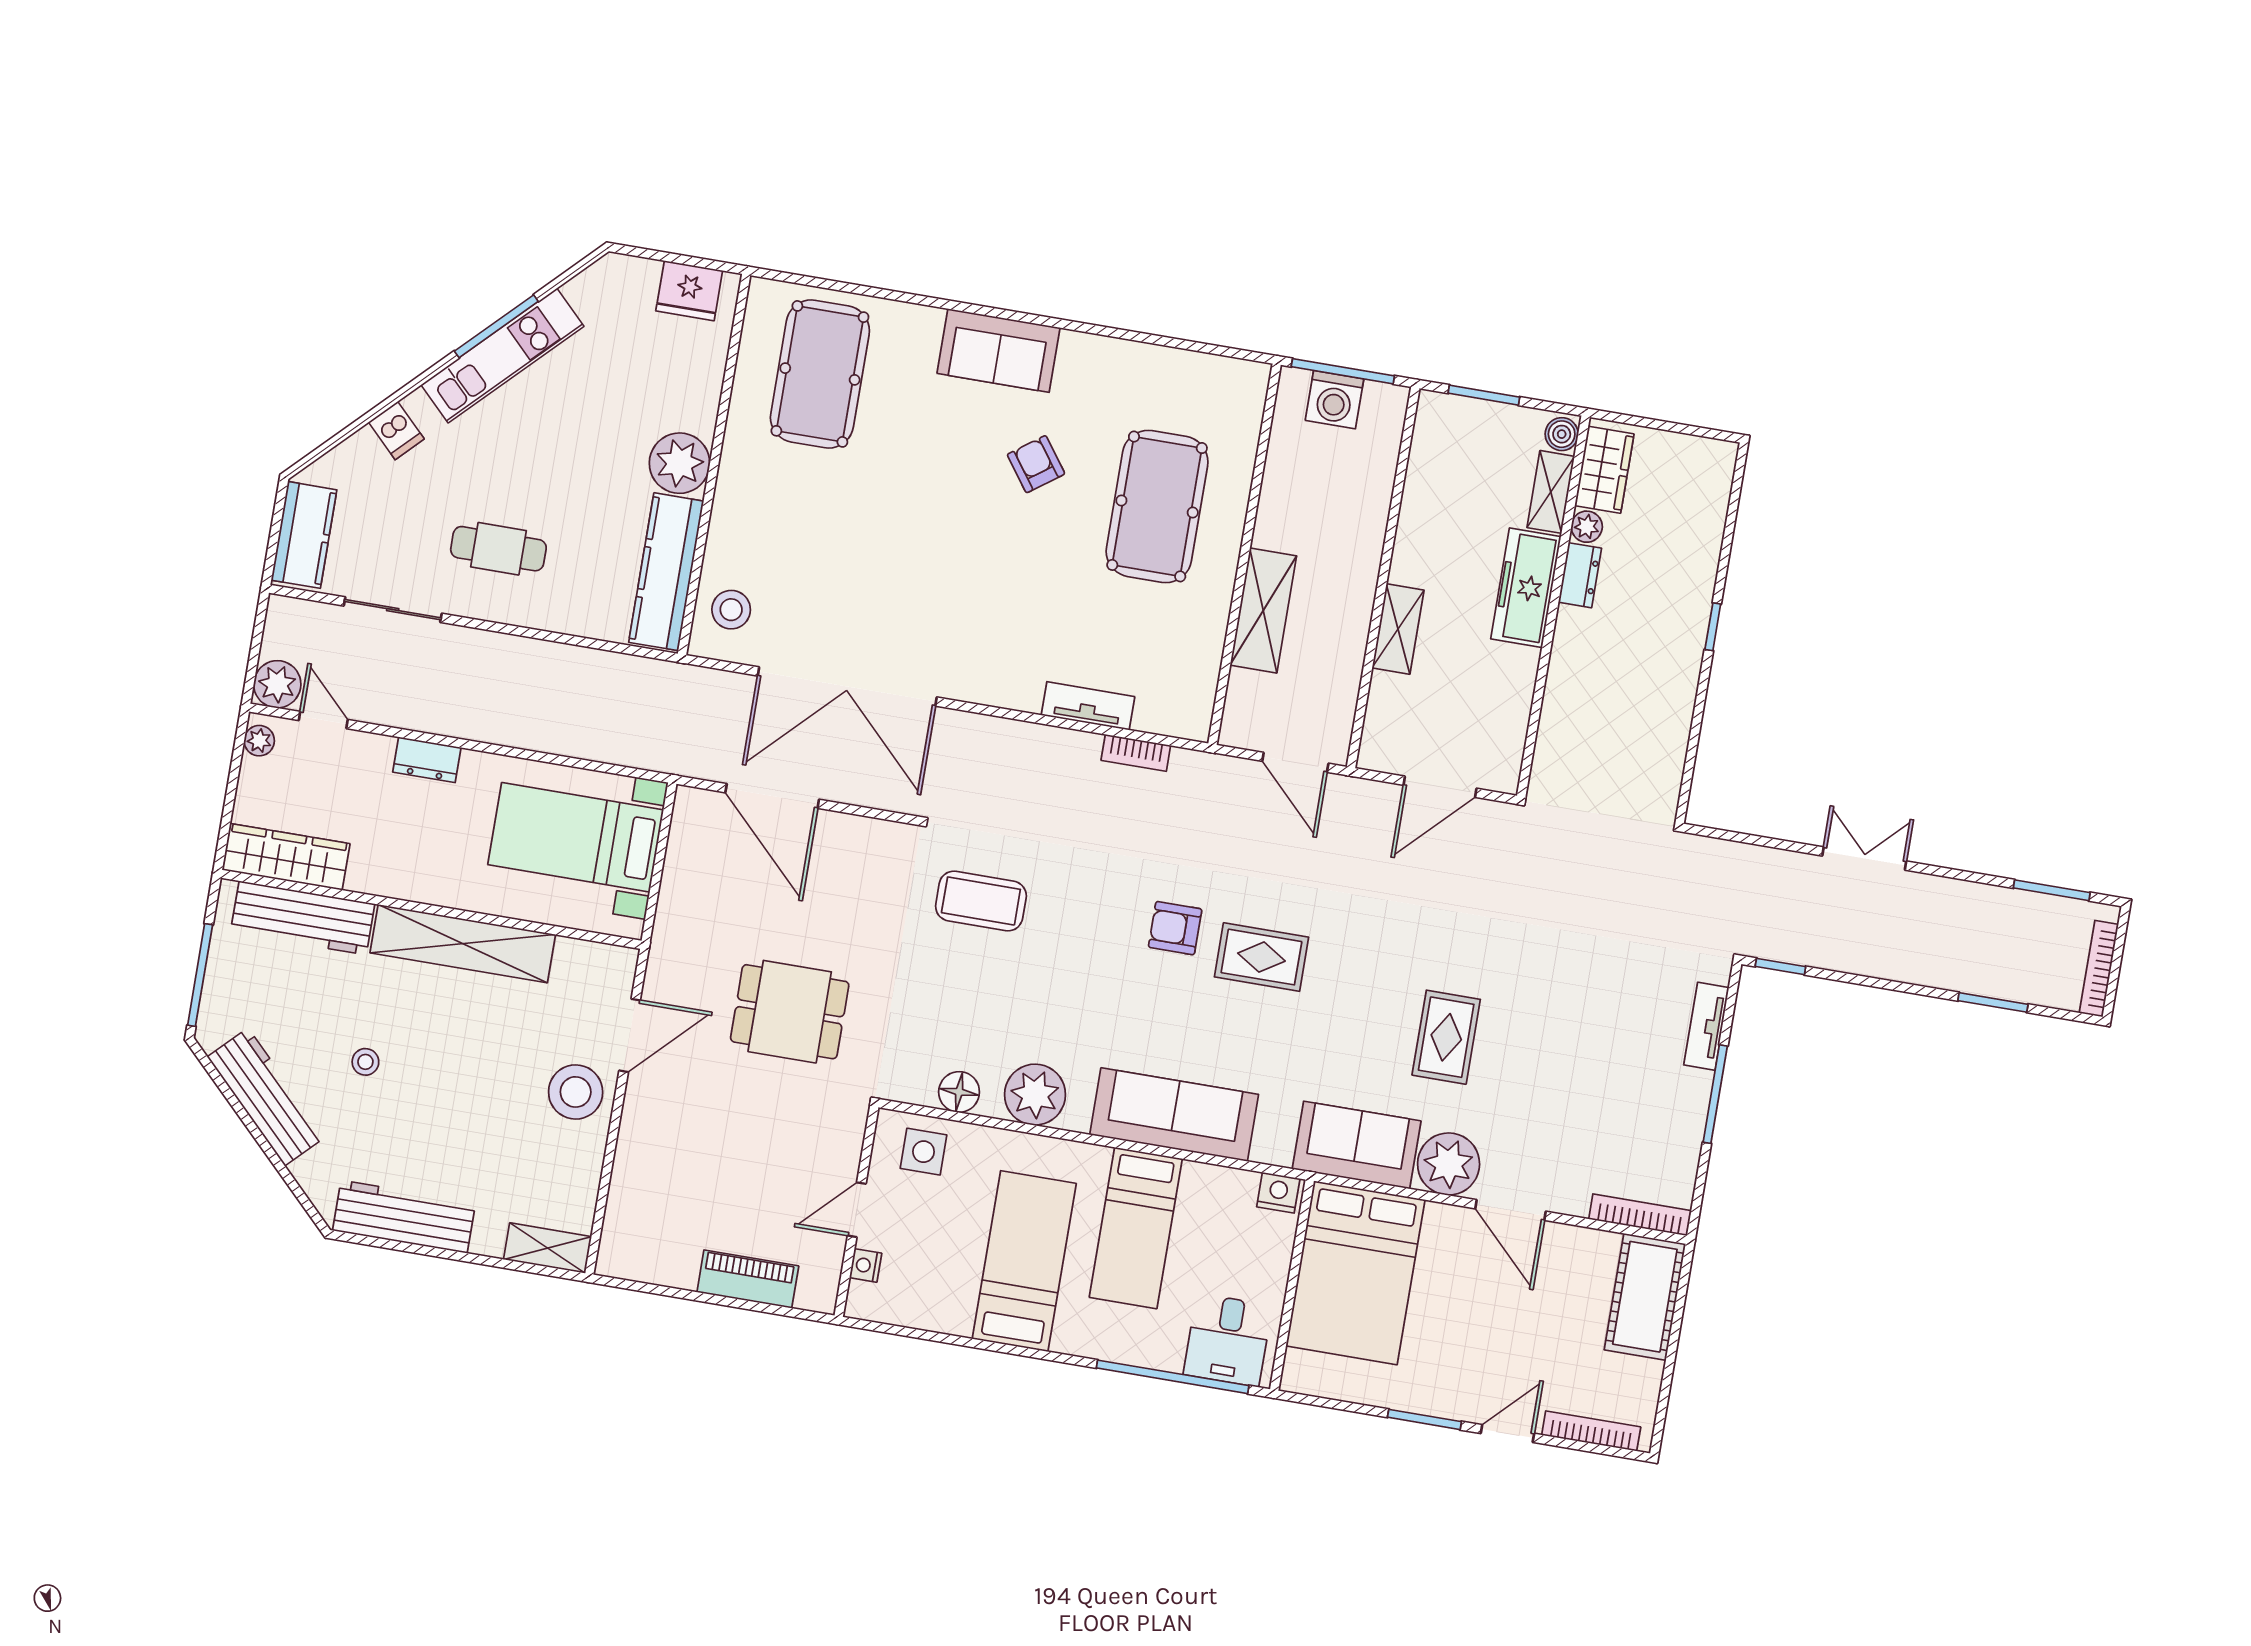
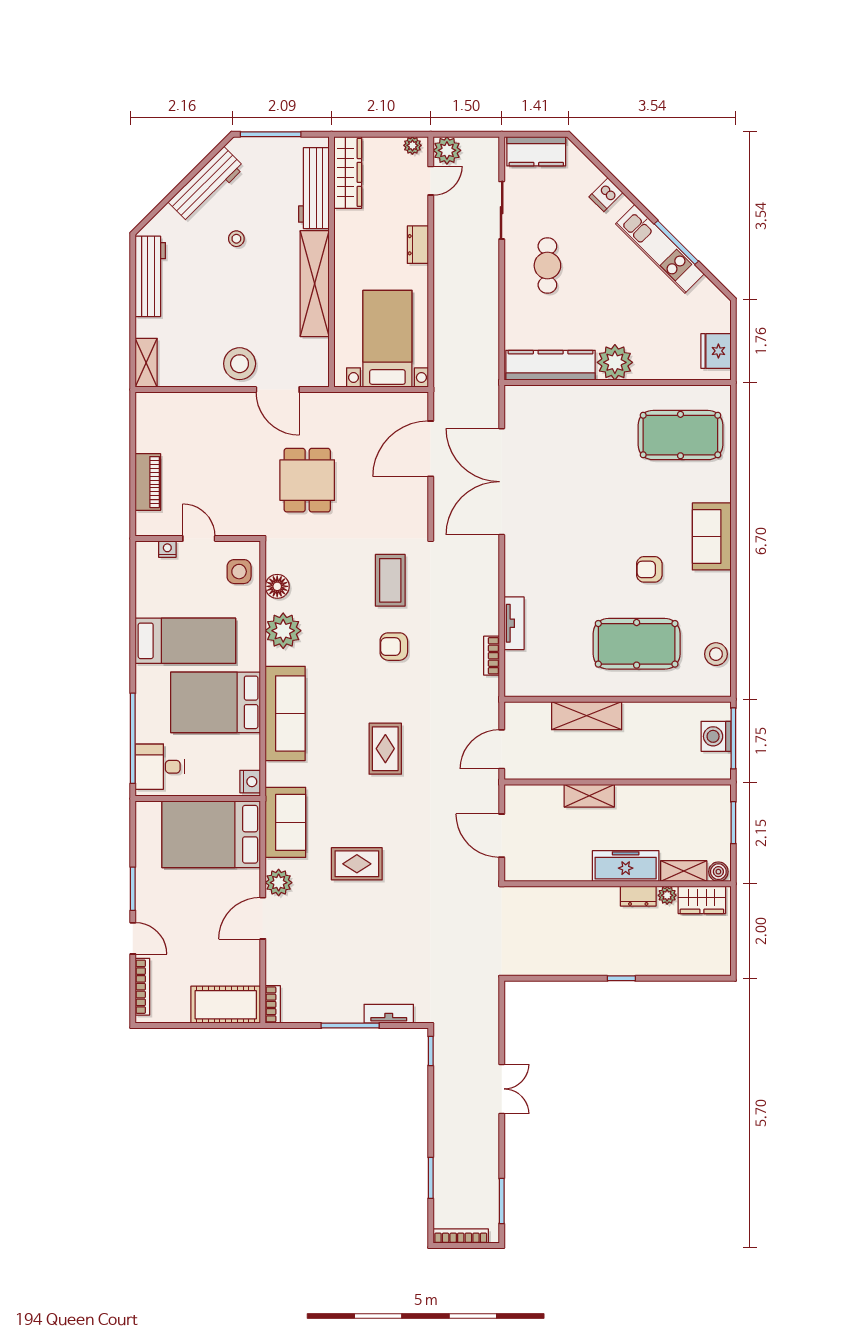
armchair: (1036, 464) -> (649, 569), turned -144
stool: (731, 610) -> (716, 654), moved
armchair: (1175, 928) -> (394, 647), moved, turned -90
plant: (1449, 1164) -> (279, 883), width x0.73, depth x0.73
bookcase: (1640, 1215) -> (273, 1004), width x0.64
bed: (1136, 1228) -> (216, 702), width x1.50

